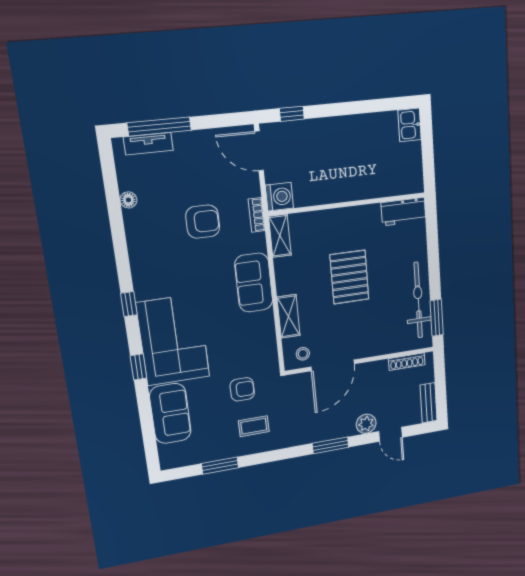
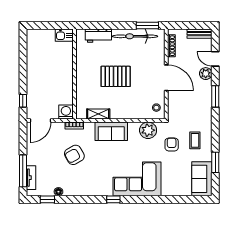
kitchen sink: (410, 125) -> (64, 35), moved
workbench: (403, 212) -> (98, 36), moved, turned 90
armchair: (203, 222) -> (74, 155), turned -119
shelving: (280, 236) -> (98, 114), moved
shelving: (289, 316) -> (133, 114), removed
plant: (262, 346) -> (148, 130), added
door: (333, 365) -> (166, 78), moved
window: (138, 367) -> (47, 199), moved
sofa: (170, 414) -> (202, 179), moved, turned -90
door: (391, 434) -> (215, 59), swing flipped

